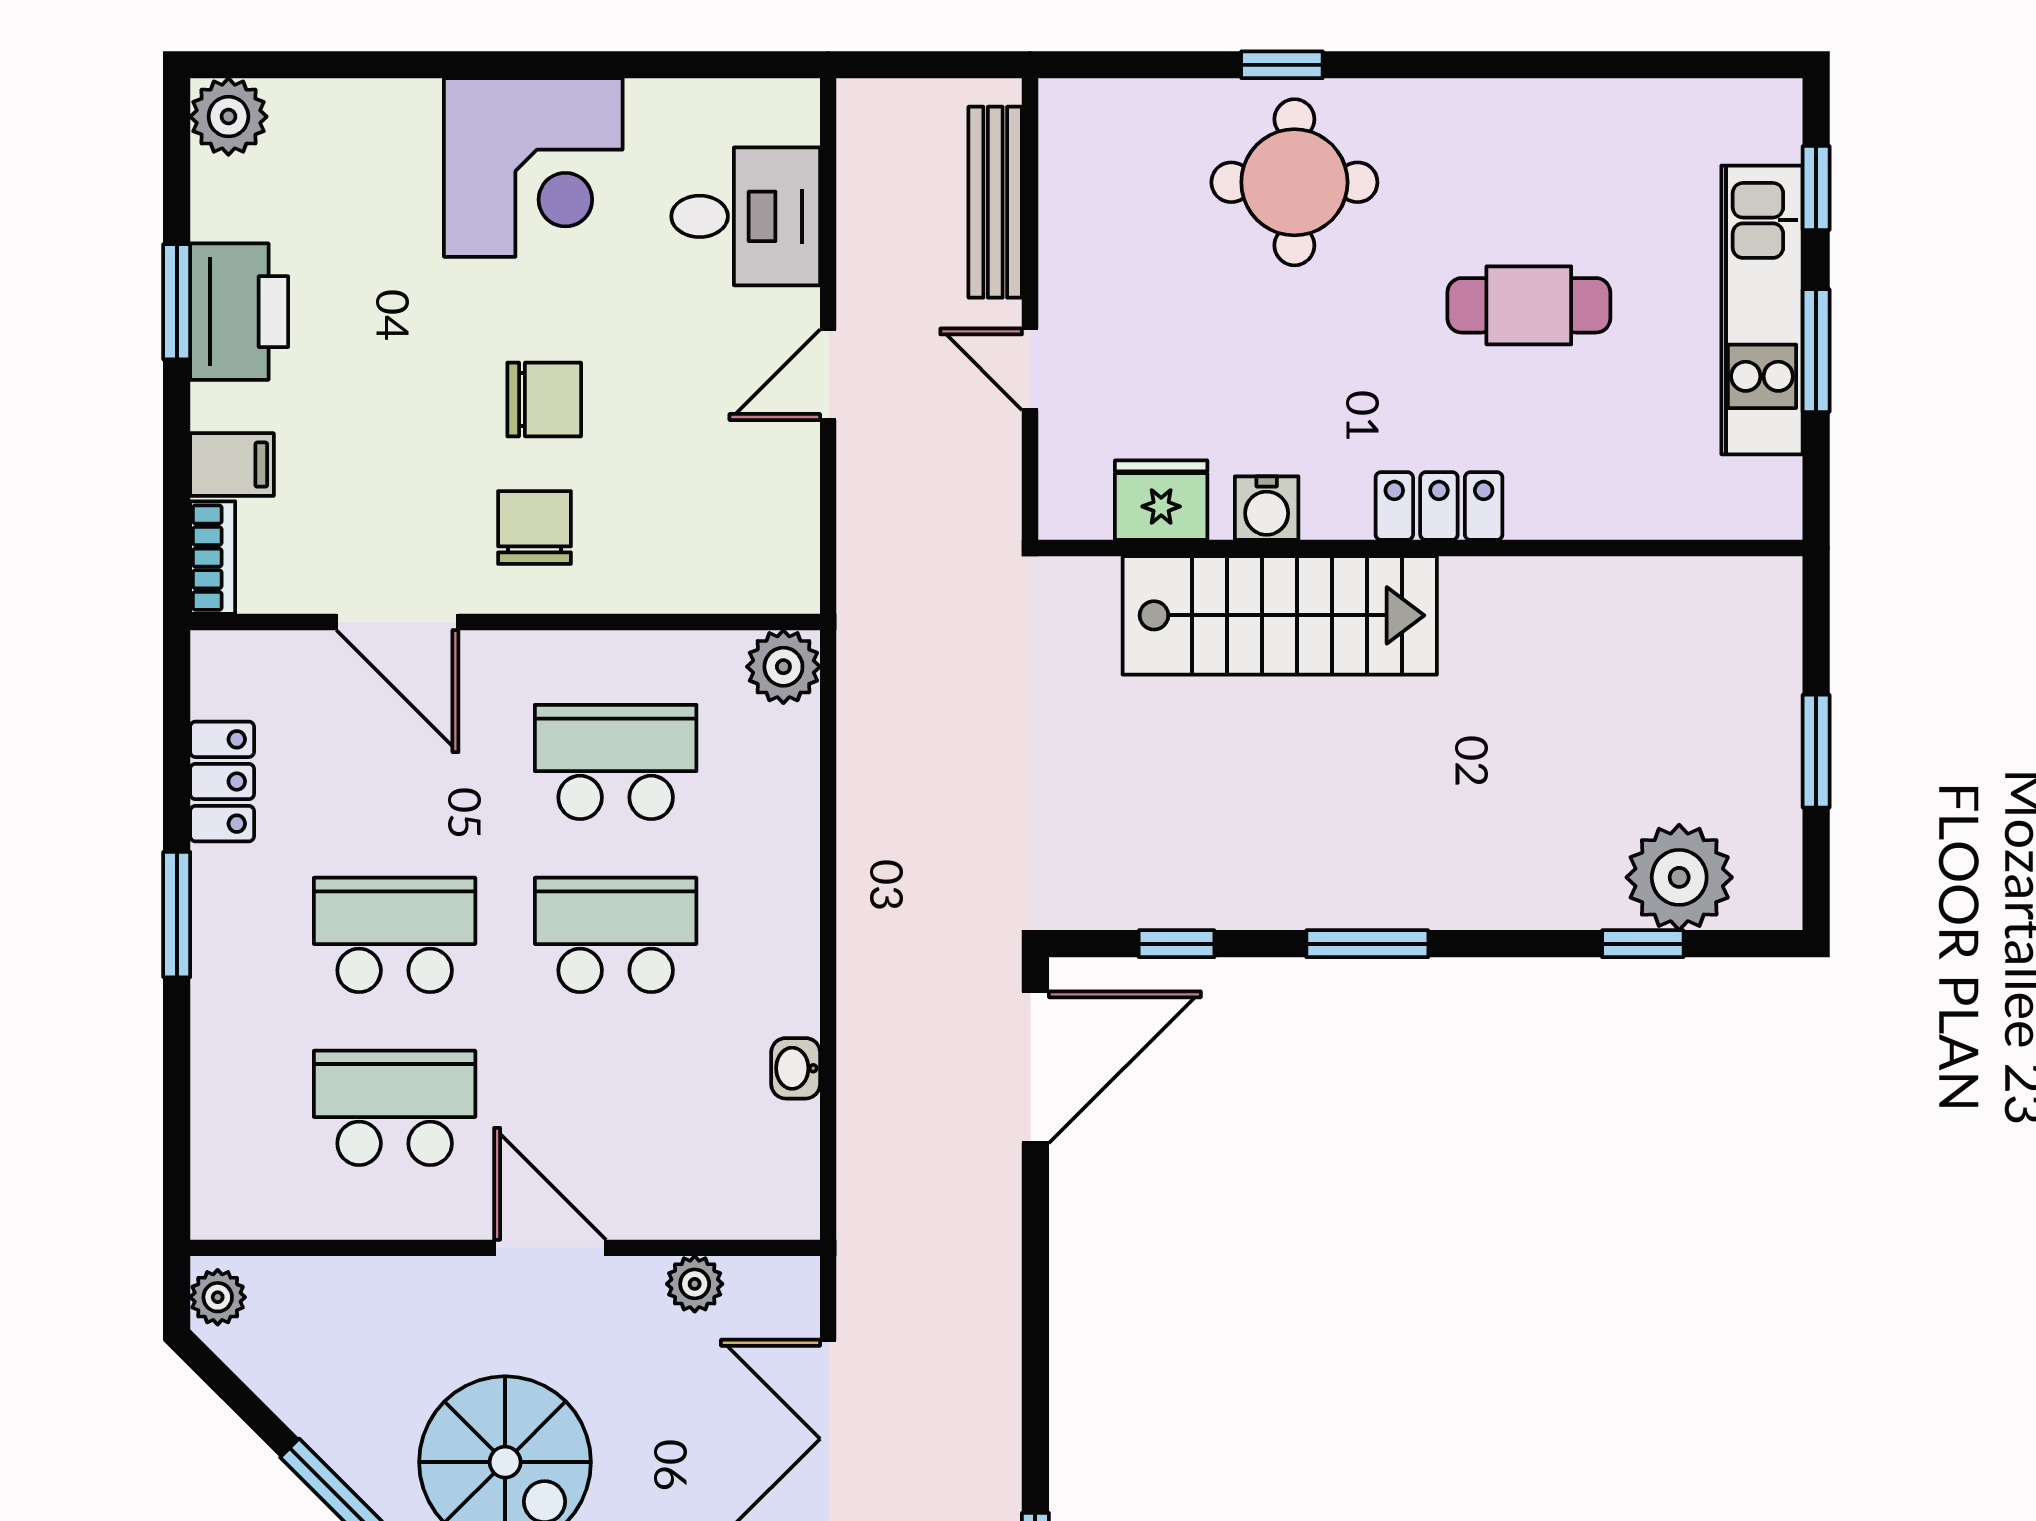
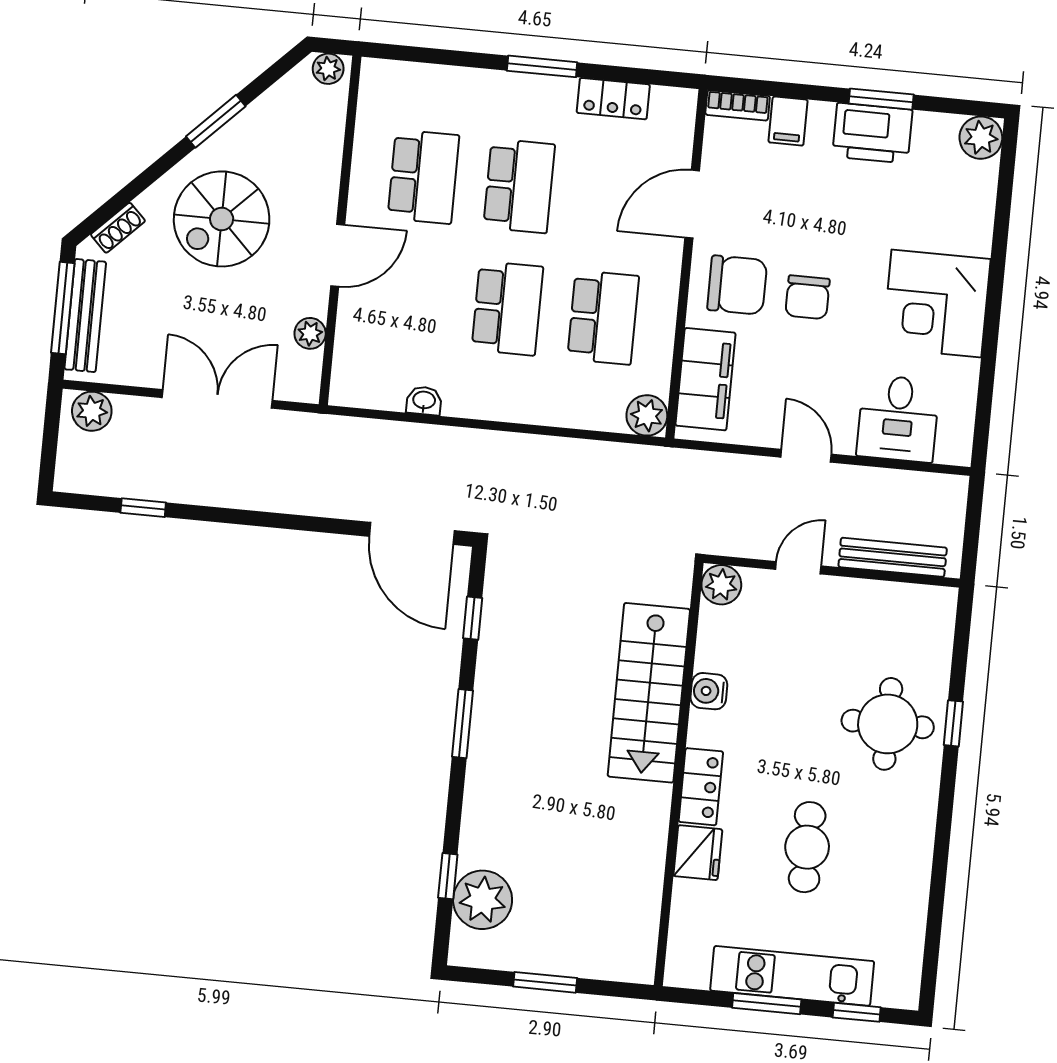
fridge: (1161, 500) -> (698, 853), moved
plant: (1074, 504) -> (721, 585), added
chair: (535, 527) -> (737, 285), width x1.37, depth x1.37
filing cabinet: (709, 568) -> (705, 379), added

